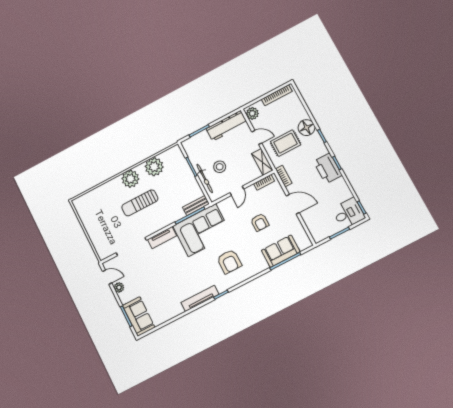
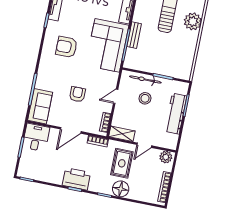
workbench: (227, 126) -> (176, 114), moved
plant: (154, 167) -> (187, 48), removed
door: (237, 191) -> (116, 96), hinge flipped
bench: (196, 206) -> (134, 35), moved
desk: (348, 213) -> (36, 137), moved, turned 180
armchair: (260, 222) -> (77, 94), turned 90
sofa: (281, 251) -> (40, 106), moved

